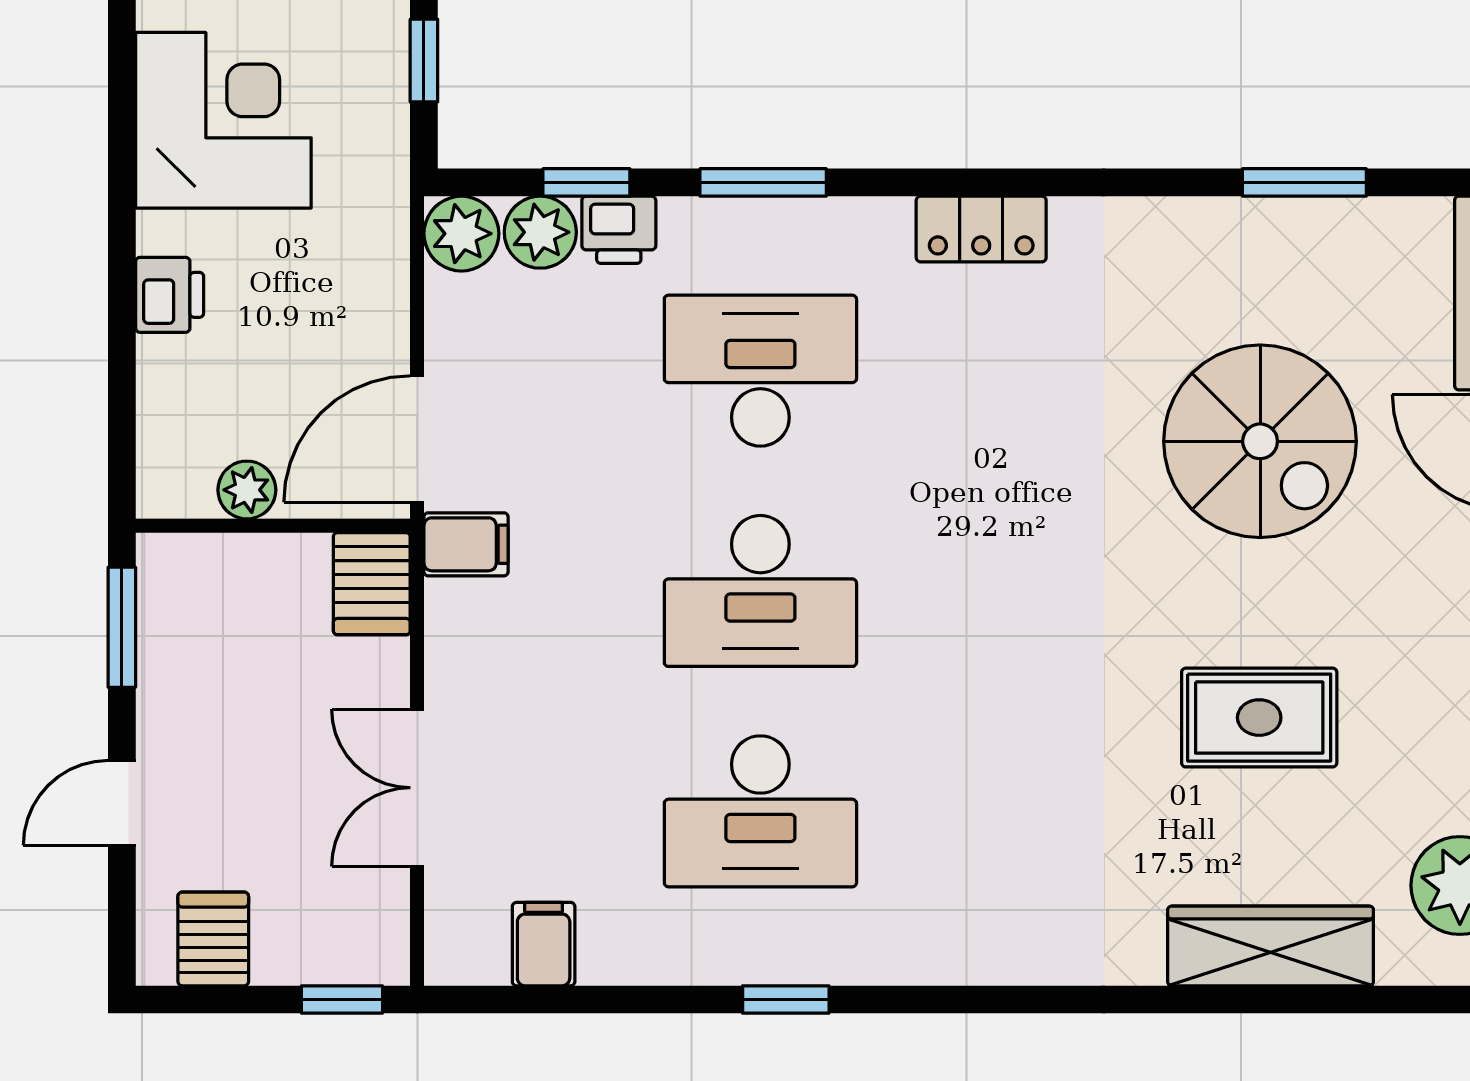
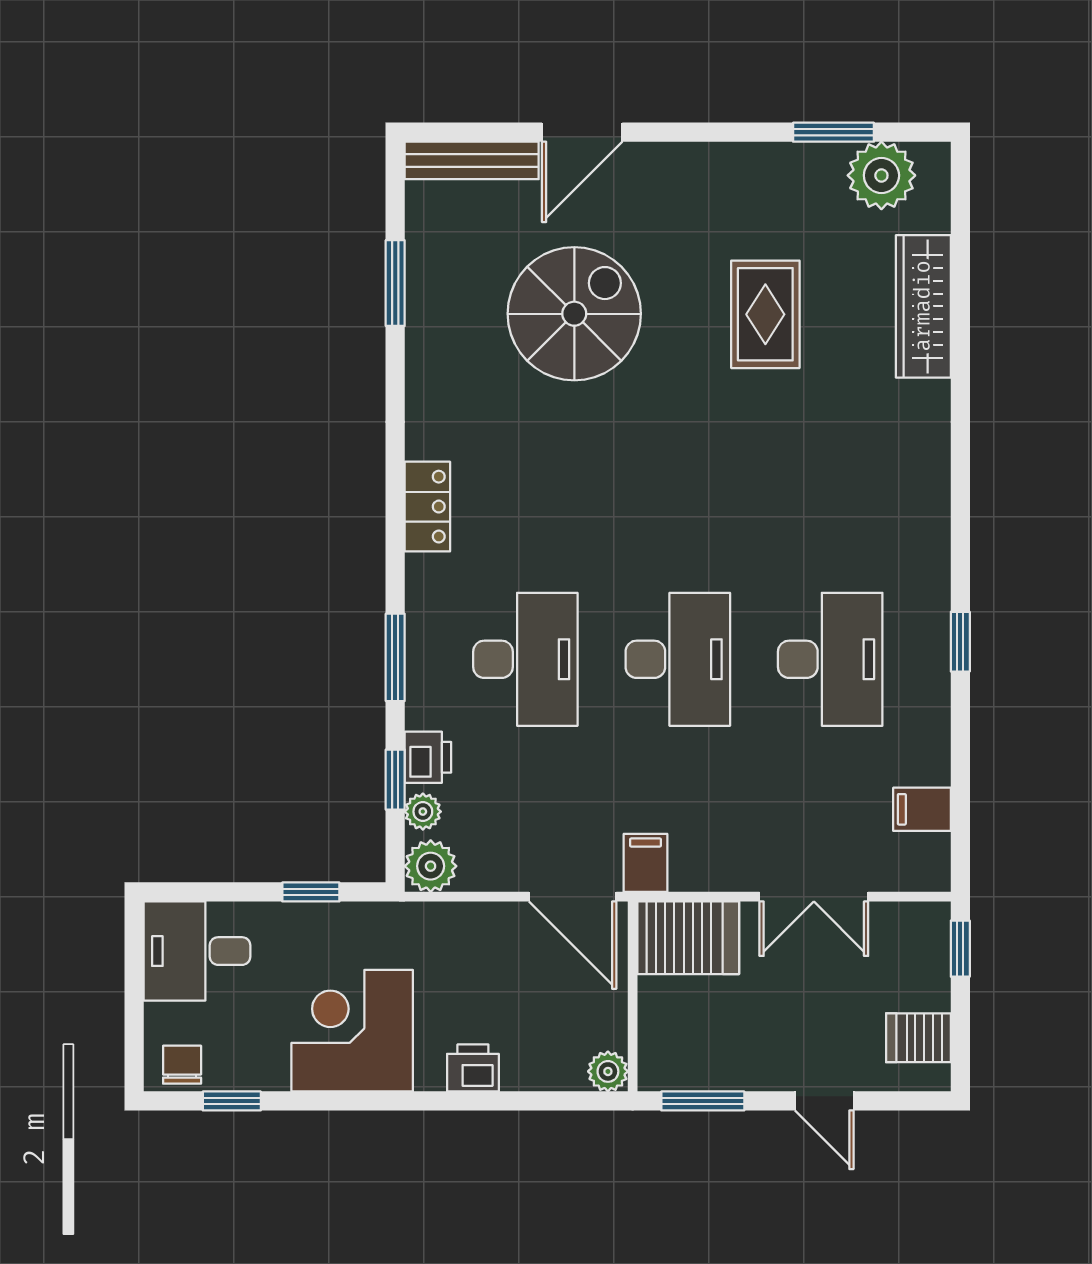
plant: (540, 232) -> (423, 812), width x0.73, depth x0.73
desk: (760, 371) -> (525, 659), turned 180
plant: (247, 490) -> (608, 1071), moved
server rack: (372, 584) -> (688, 938), width x1.36, depth x1.44

